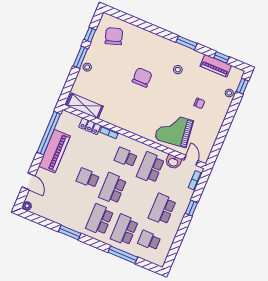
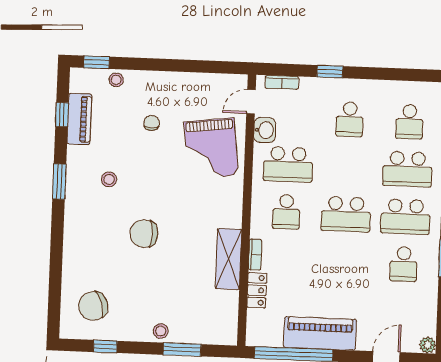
window: (80, 57) -> (182, 350), moved
shelving: (85, 106) -> (229, 259), moved
school desk: (88, 178) -> (404, 264), moved
school desk: (162, 209) -> (350, 119), width x0.54

